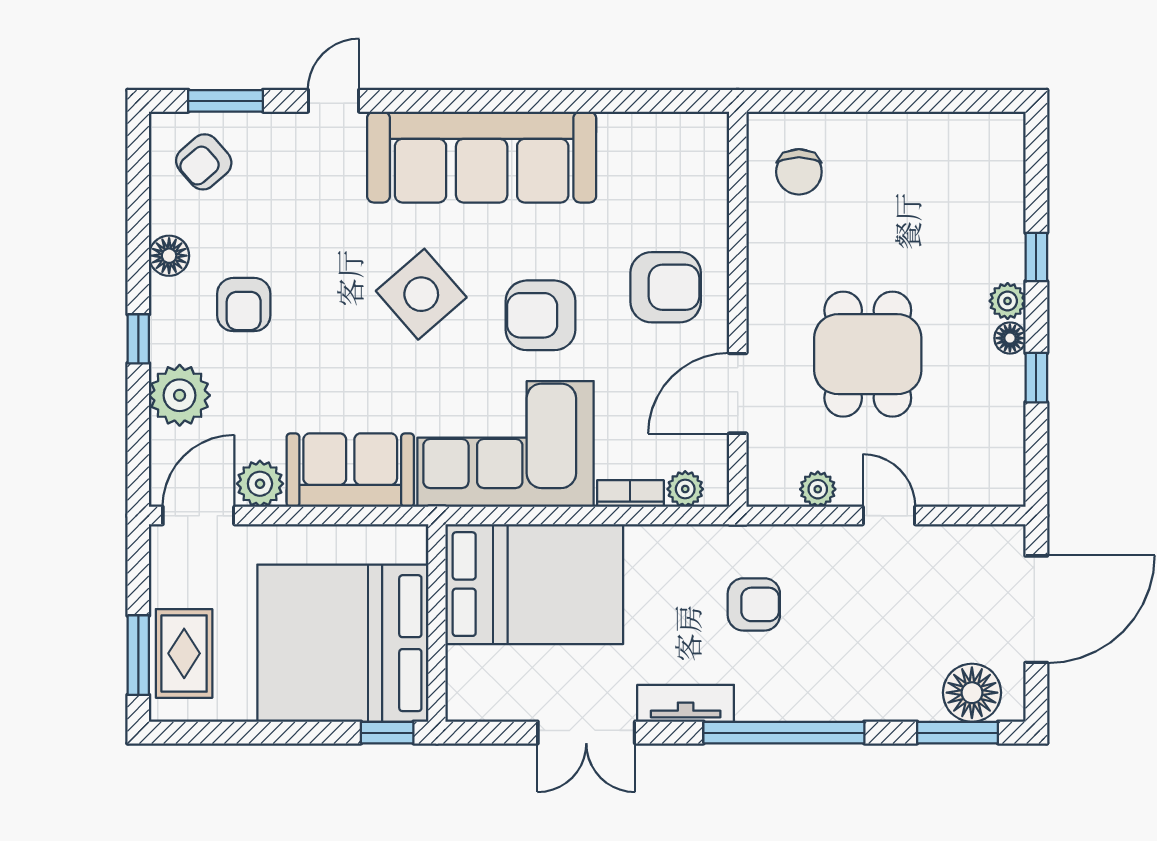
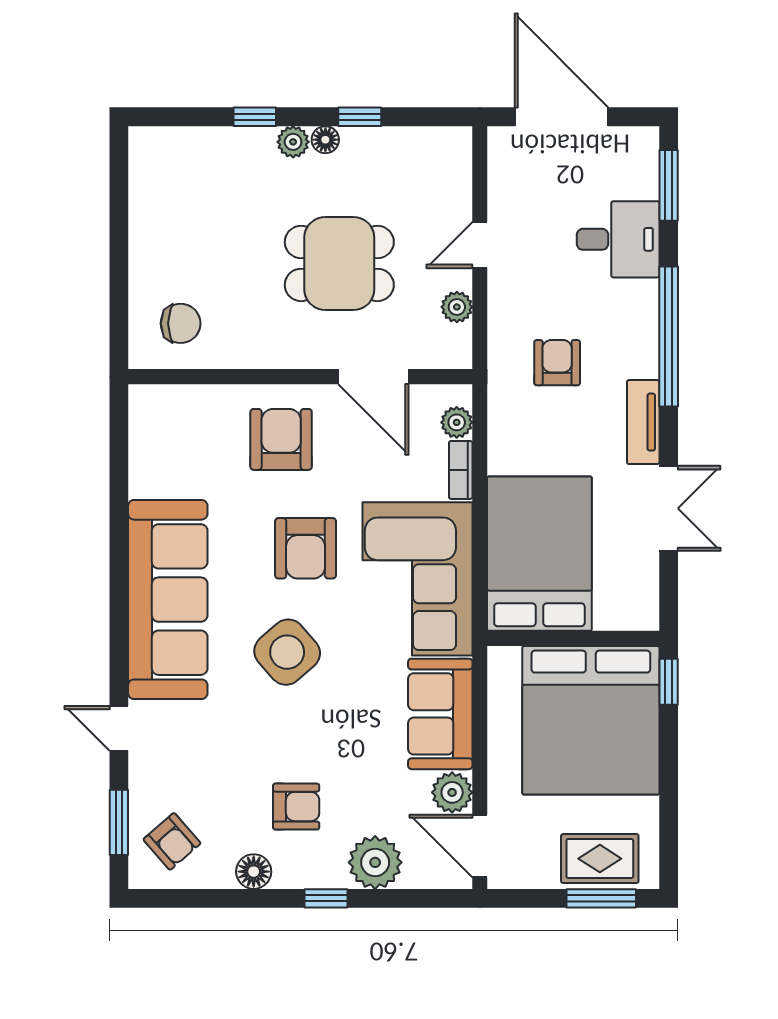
desk: (896, 674) -> (618, 239), added
floor lamp: (972, 693) -> (634, 173), removed

